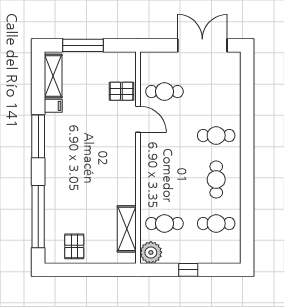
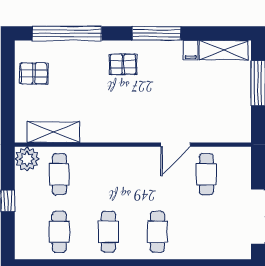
pallet: (121, 91) -> (123, 64), moved, turned 90
cafe table: (216, 180) -> (108, 232), turned 90

